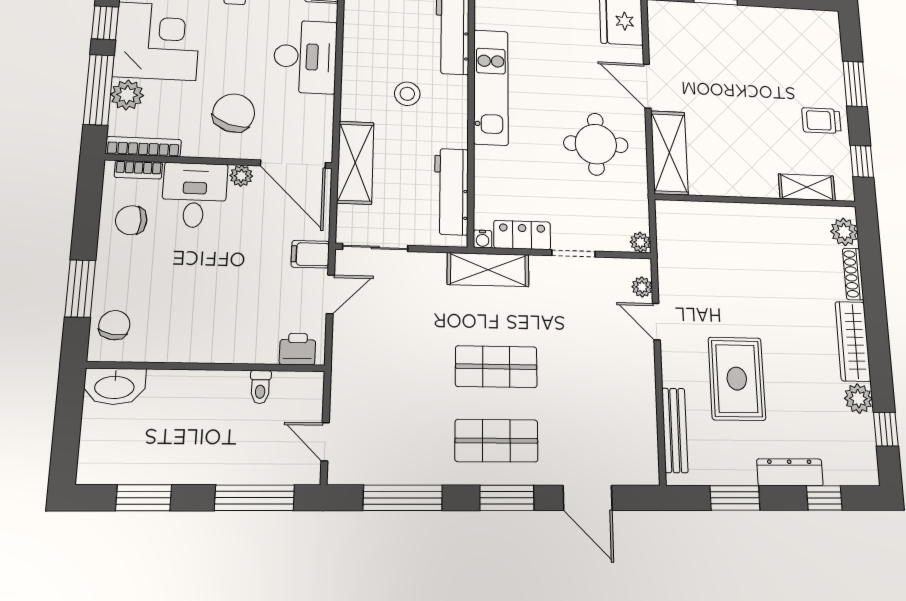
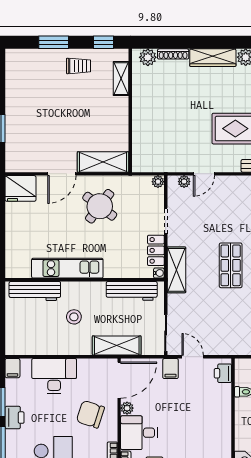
trolley: (821, 121) -> (79, 66), turned -90
round table: (596, 144) -> (100, 206), turned 37

